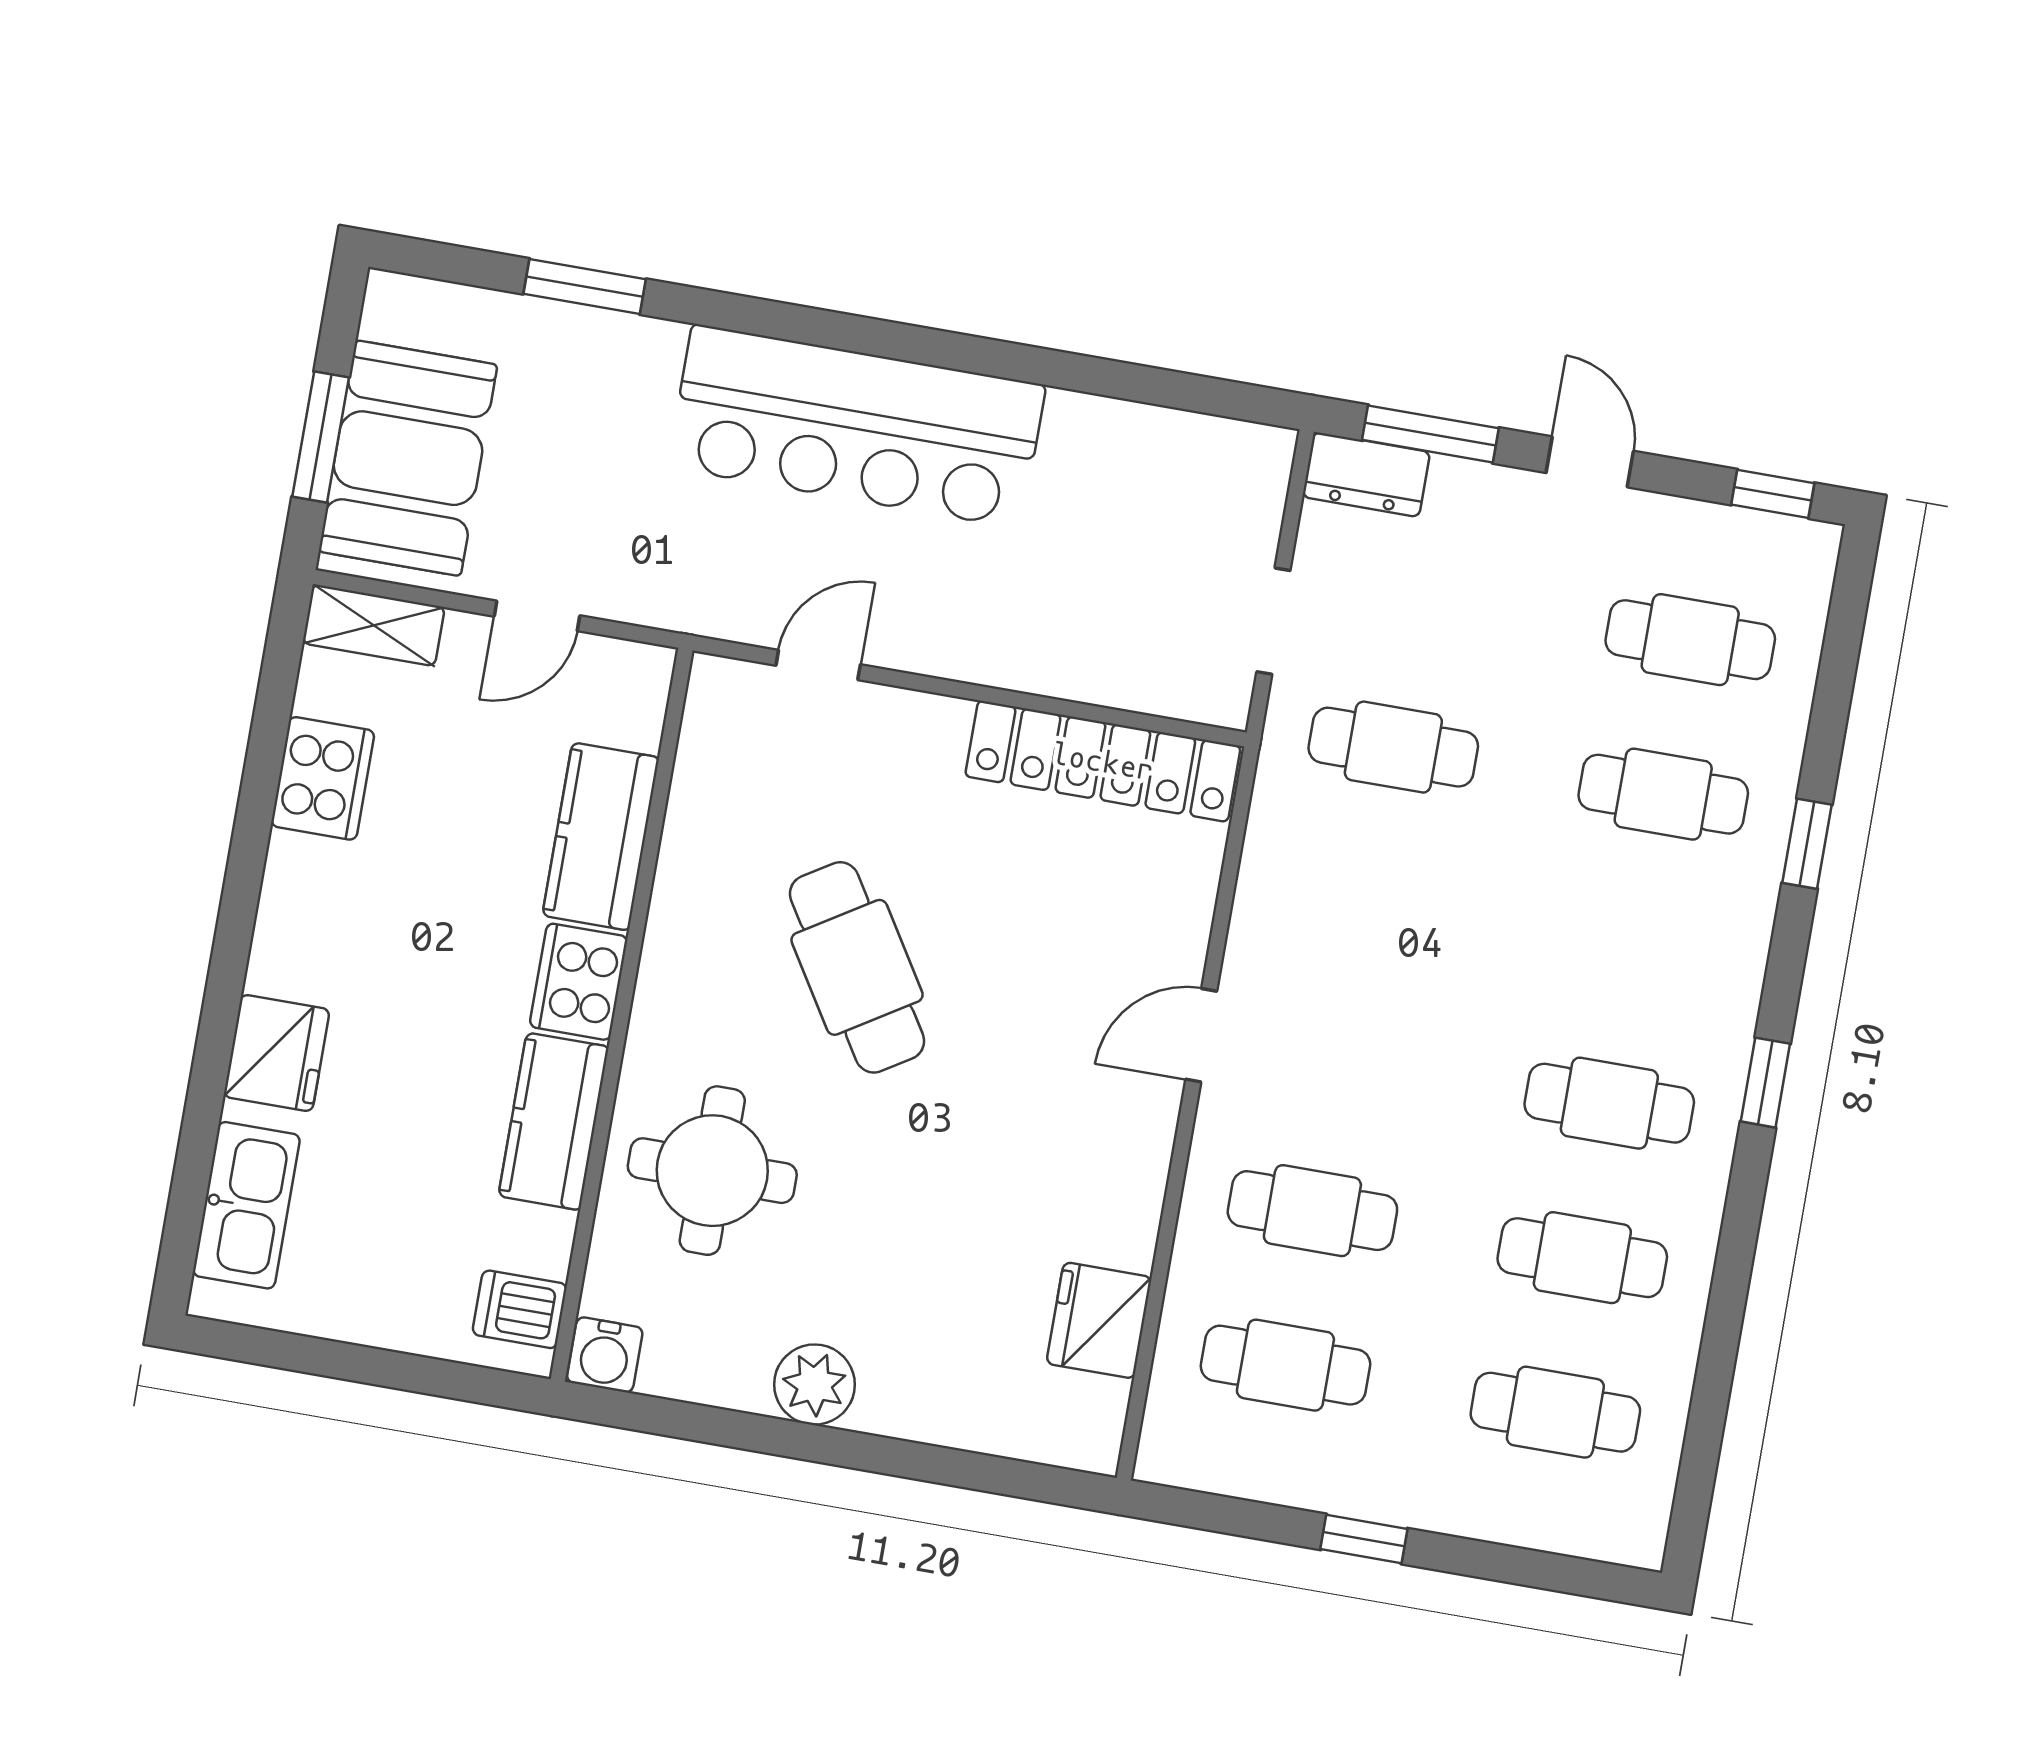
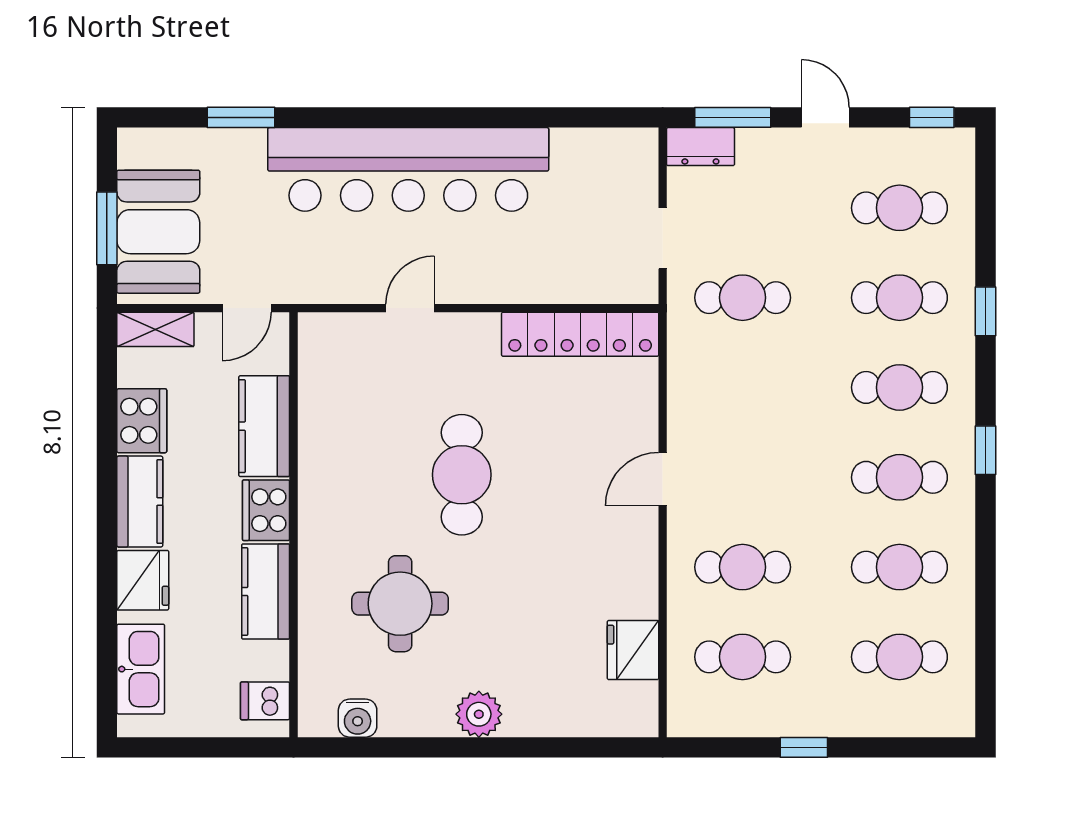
bar counter: (857, 426) -> (408, 169), width x1.36
kitchen counter: (601, 837) -> (264, 426), moved
kitchen counter: (295, 917) -> (140, 502), added
cafe table: (1636, 949) -> (899, 387), added
cafe table: (857, 967) -> (462, 475), turned 32
cooker: (579, 982) -> (266, 510), moved
wall: (622, 1015) -> (293, 525), moved
kitchen counter: (554, 1121) -> (266, 592), moved
dishwasher: (520, 1309) -> (265, 701), moved

